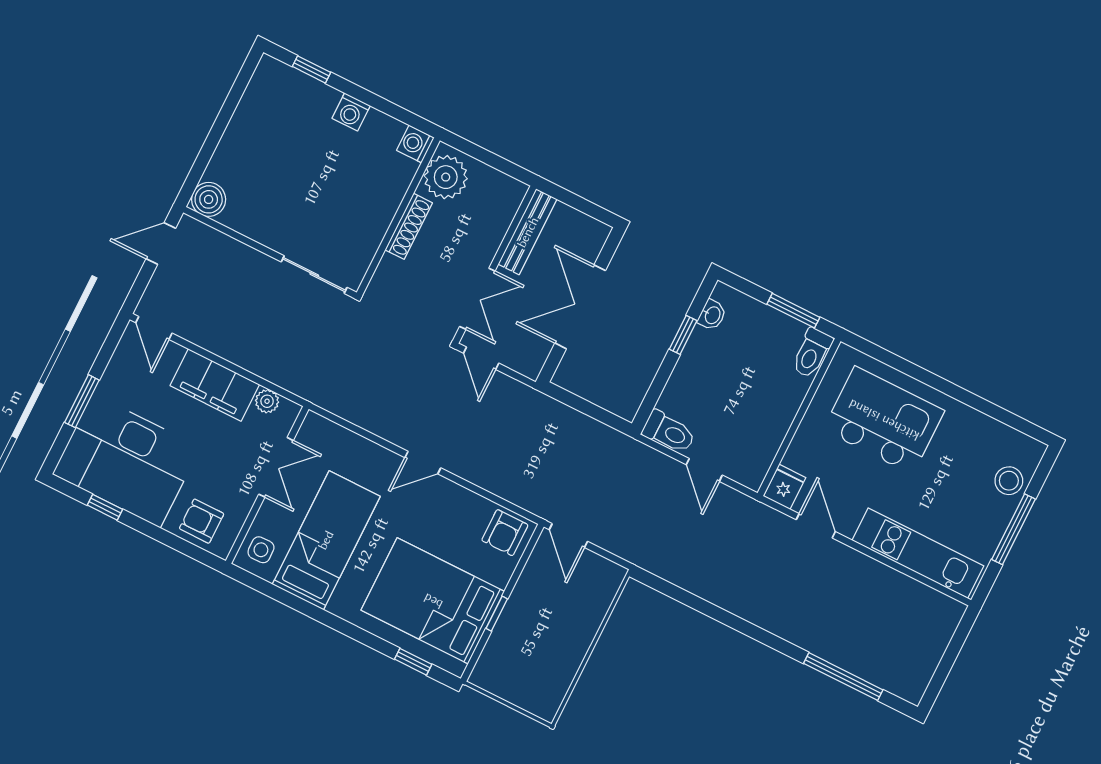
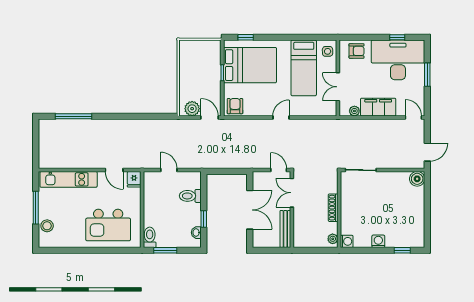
plant: (446, 177) -> (333, 239), width x0.53, depth x0.53
toilet: (669, 432) -> (190, 196), moved
plant: (595, 571) -> (192, 109), added

